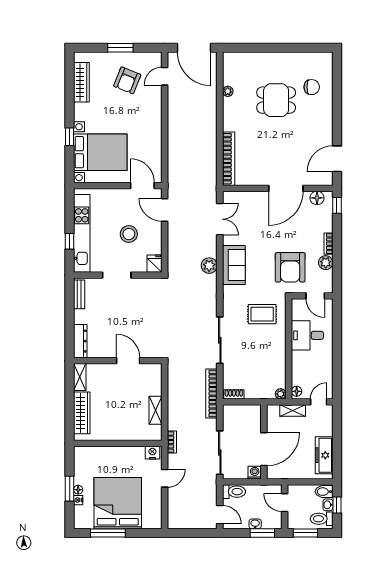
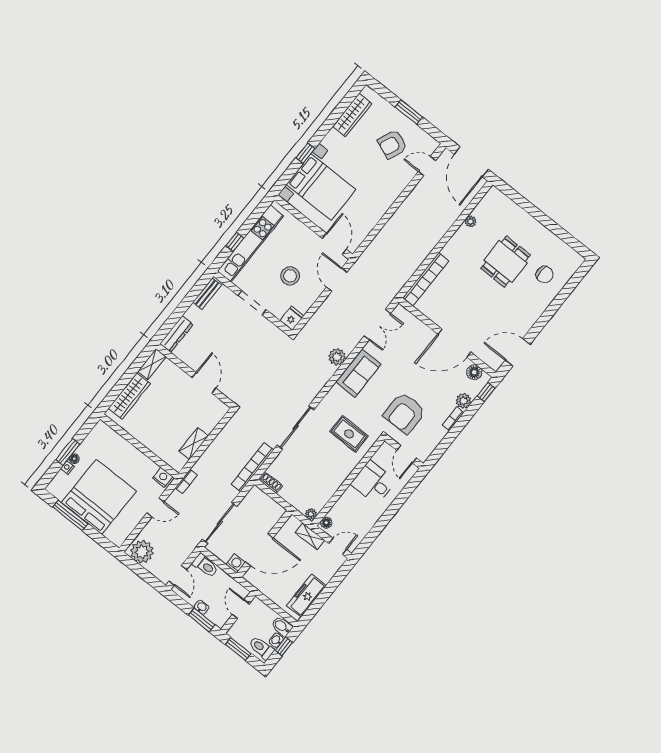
dining table: (276, 100) -> (506, 262), turned 90
plant: (326, 263) -> (464, 401), moved
plant: (180, 518) -> (142, 552), added

